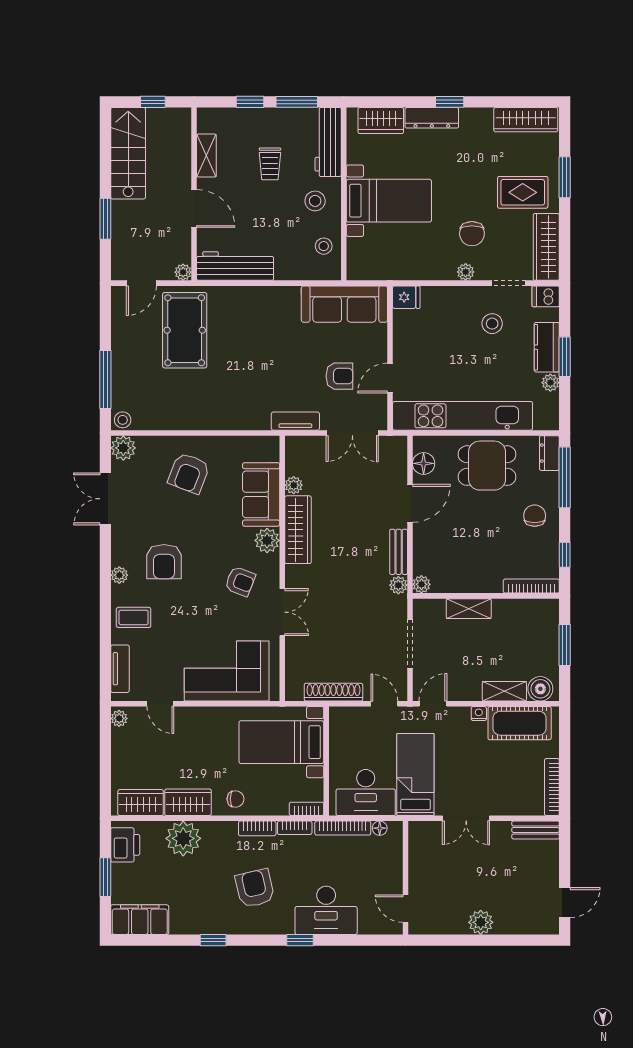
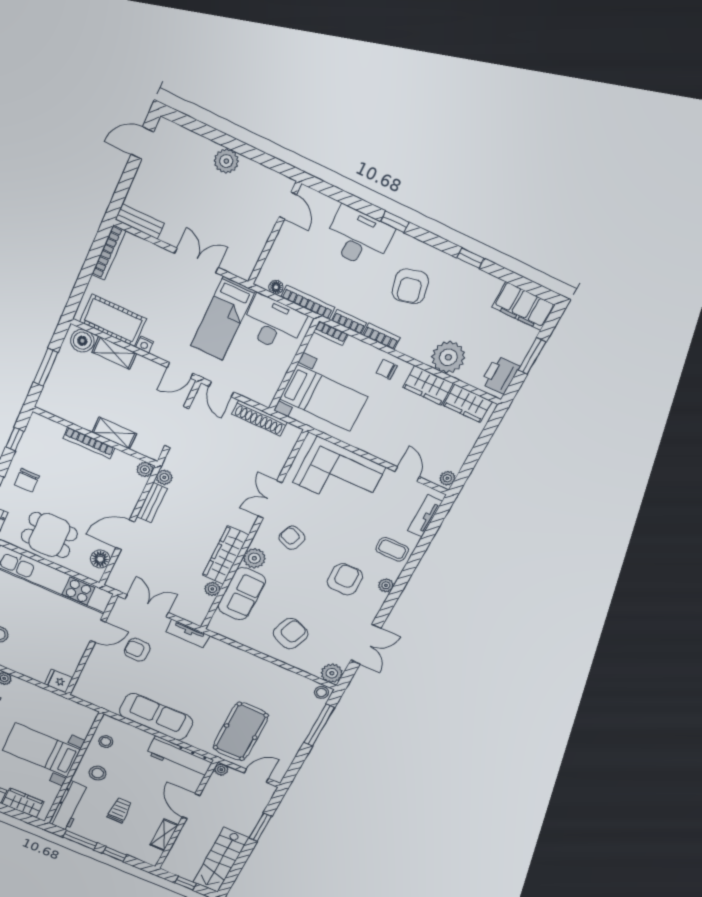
sofa: (344, 304) -> (156, 717), moved
bookcase: (531, 586) -> (89, 443), moved

